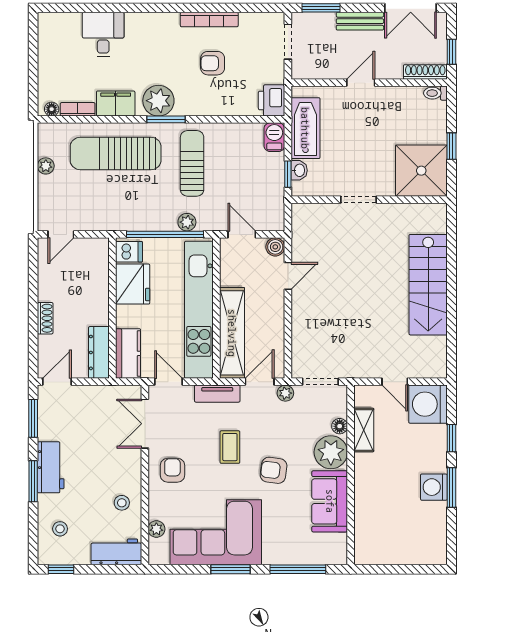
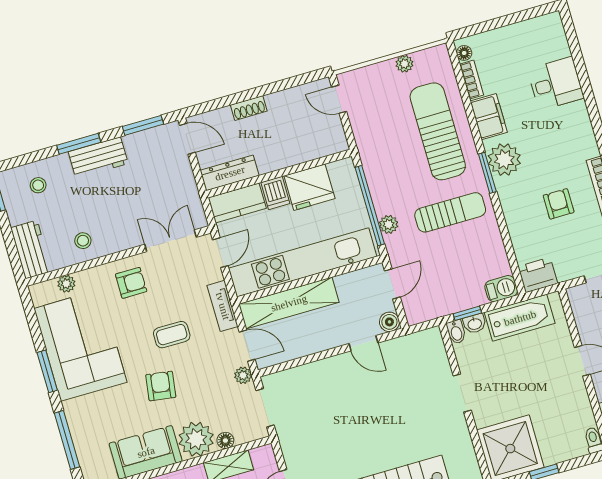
bidet: (302, 189) -> (456, 332), added
dishwasher: (129, 252) -> (275, 193), moved

